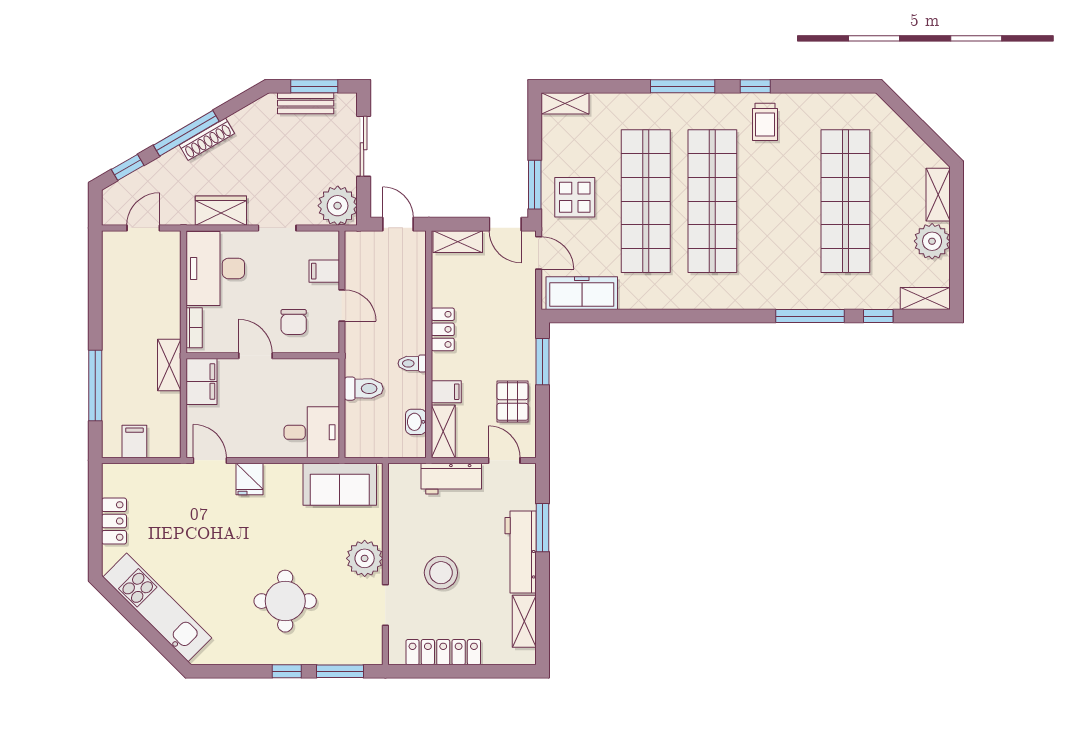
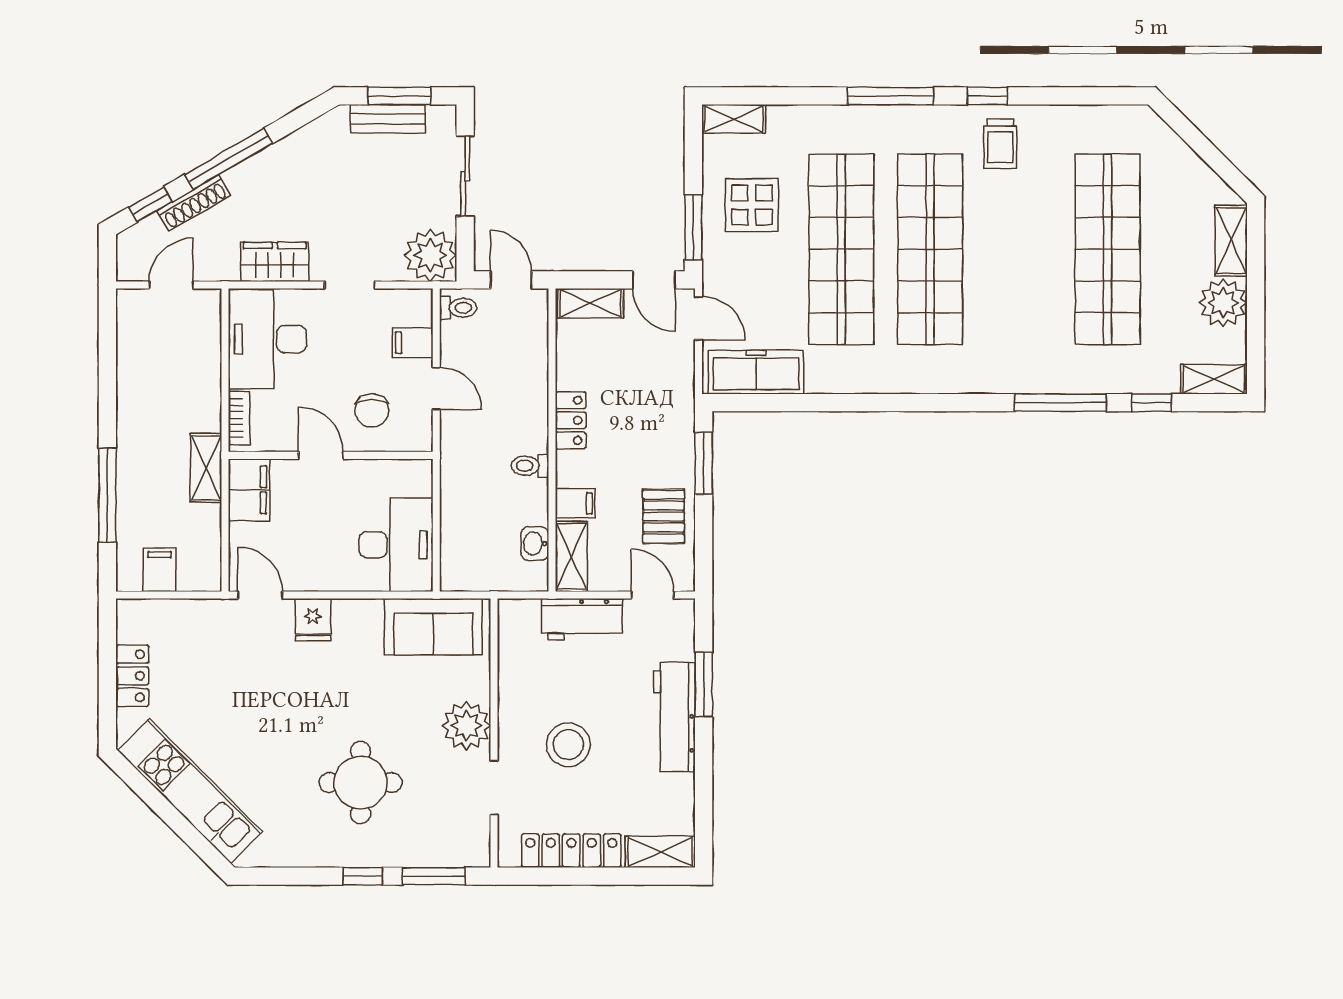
shoe rack: (207, 139) -> (194, 203), moved
display table: (575, 197) -> (752, 205), moved
toilet: (364, 389) -> (458, 308), moved, width x0.73, depth x0.72
desk: (312, 432) -> (396, 545), width x1.37
shelving: (524, 621) -> (660, 852), moved, turned 90

